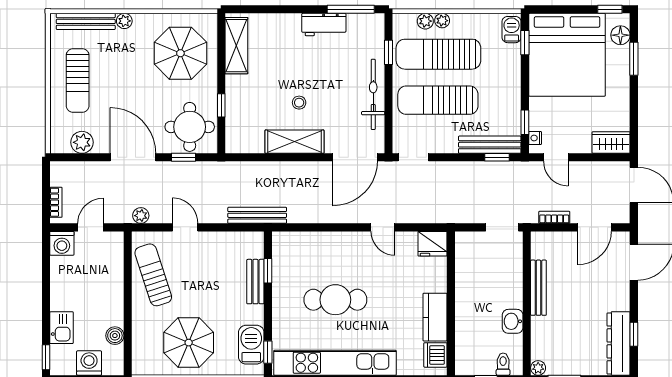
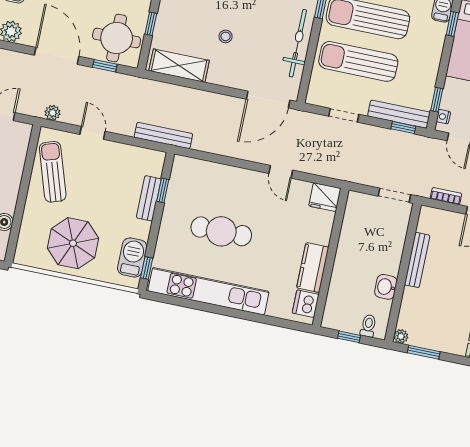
shelving: (295, 142) -> (179, 66), moved
doorway: (413, 157) -> (344, 115), moved

